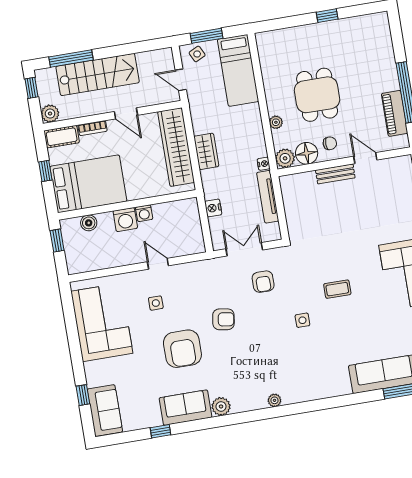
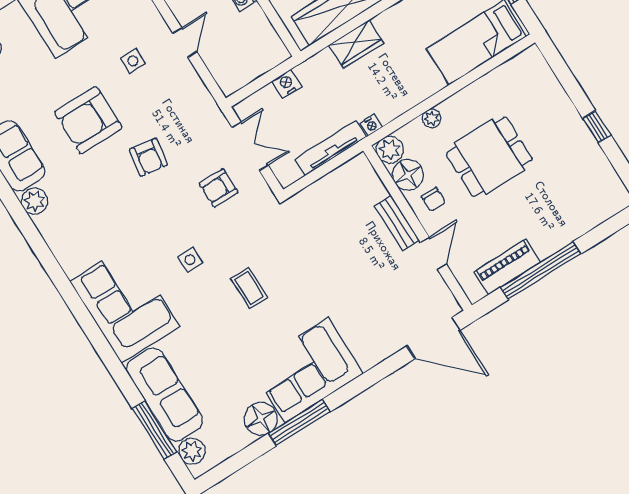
corner sofa: (314, 375) -> (125, 304), added
plant: (274, 400) -> (71, 267), removed

